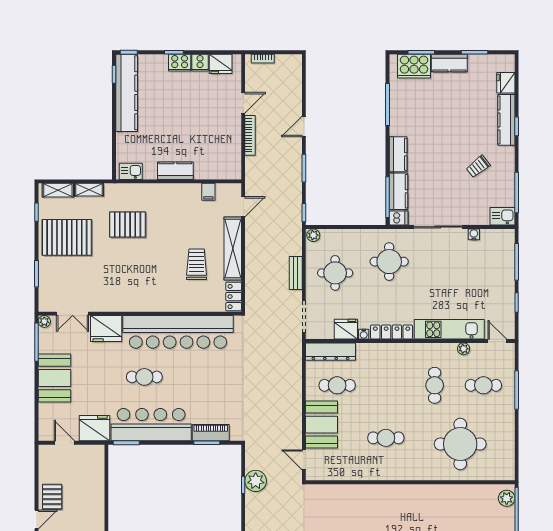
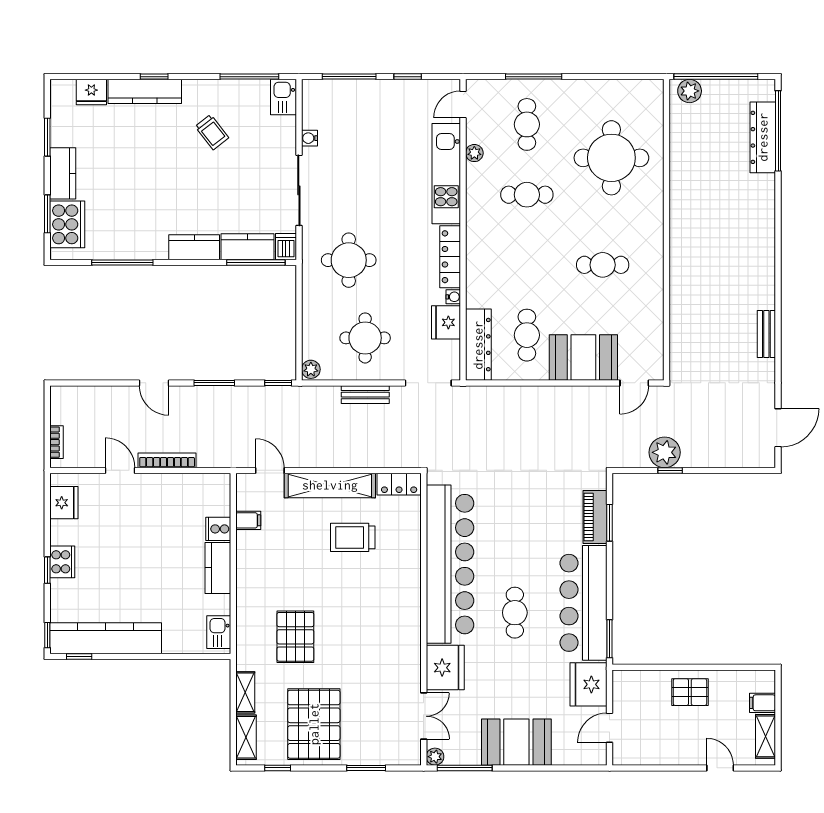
cooker: (200, 63) -> (218, 529), moved, turned 180
cafe table: (386, 438) -> (603, 265), turned 90
pallet: (52, 497) -> (690, 692), moved

